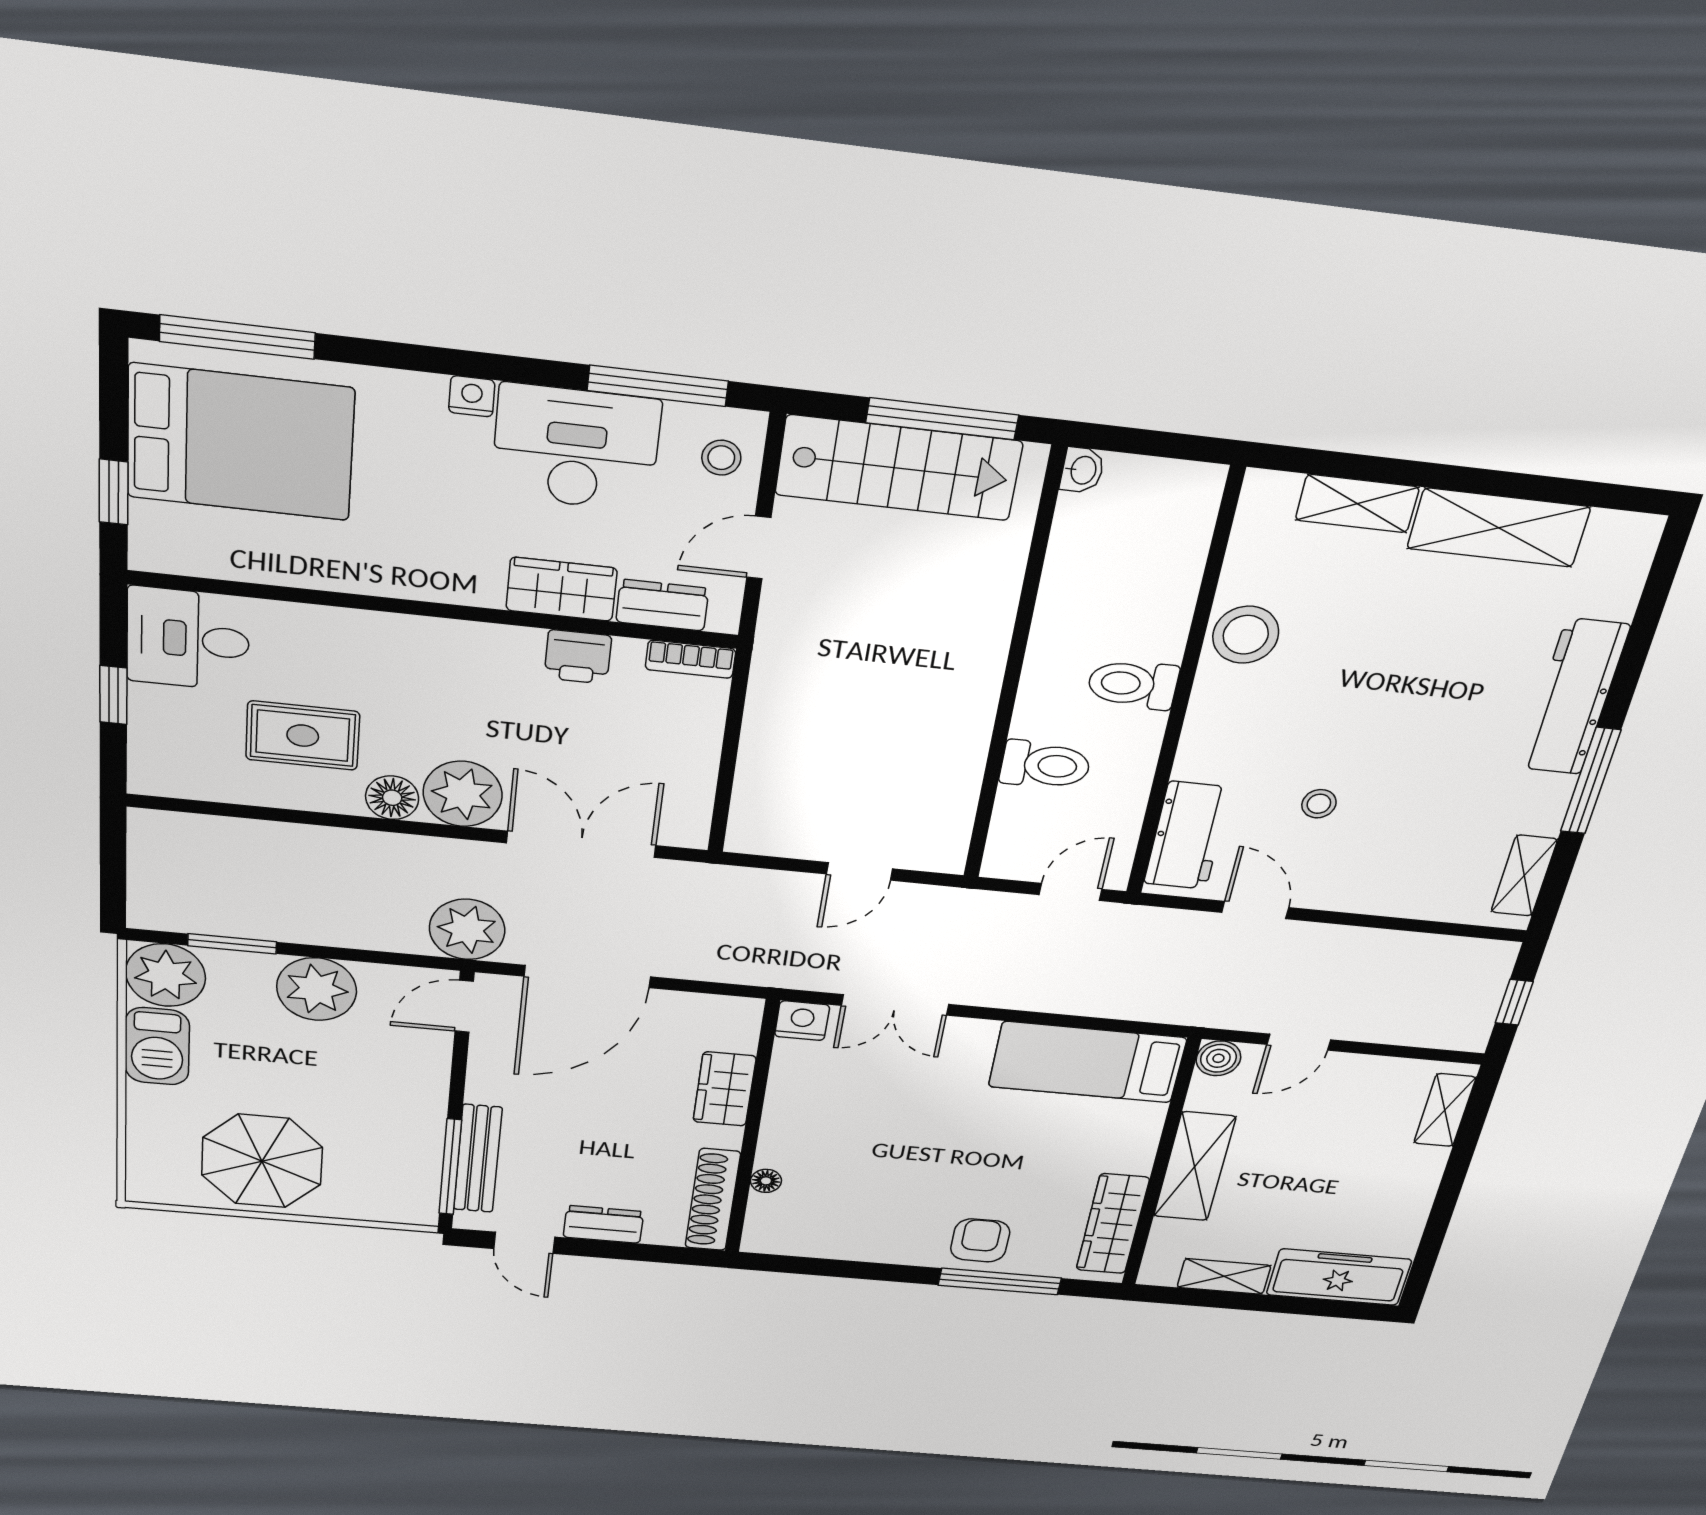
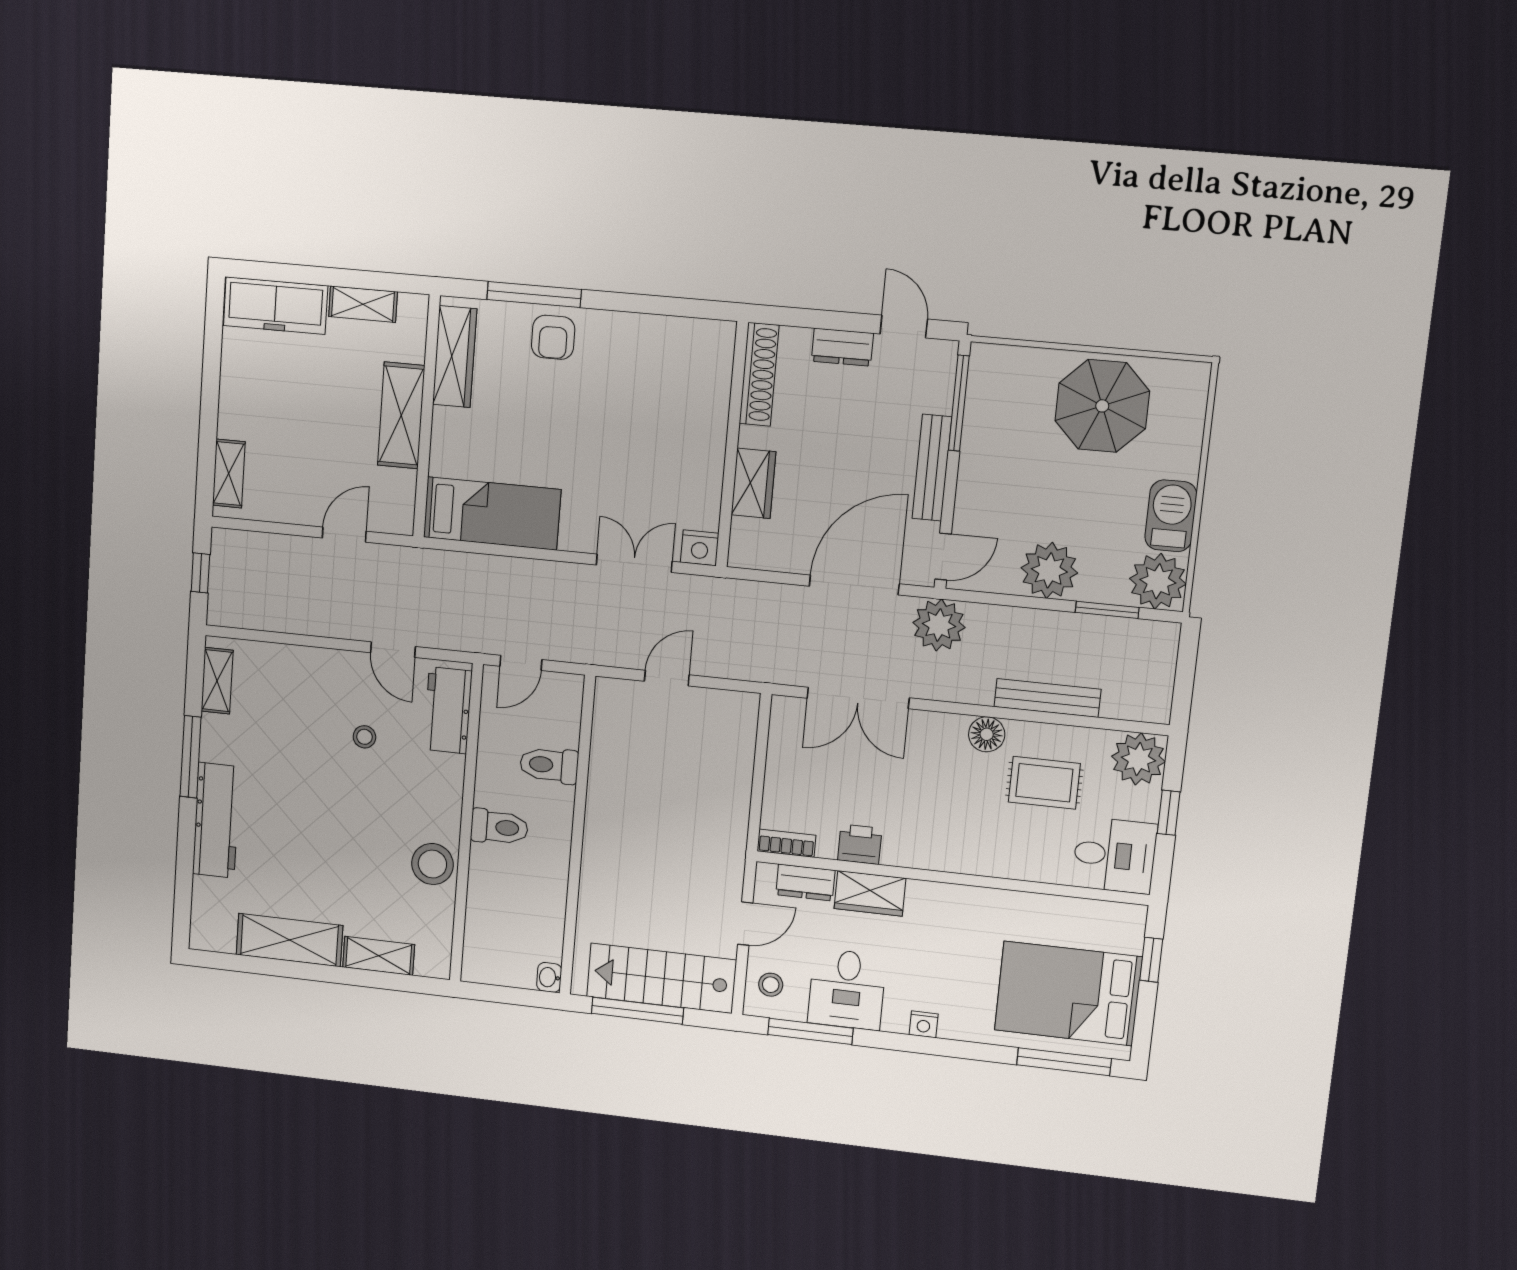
desk: (576, 448) -> (847, 989), width x0.73
plant: (463, 794) -> (1138, 759), moved
bench: (307, 841) -> (1047, 698), added
boiler: (1218, 1058) -> (399, 519), removed
bench: (478, 1159) -> (932, 468), moved
floor lamp: (766, 1181) -> (719, 394), removed

